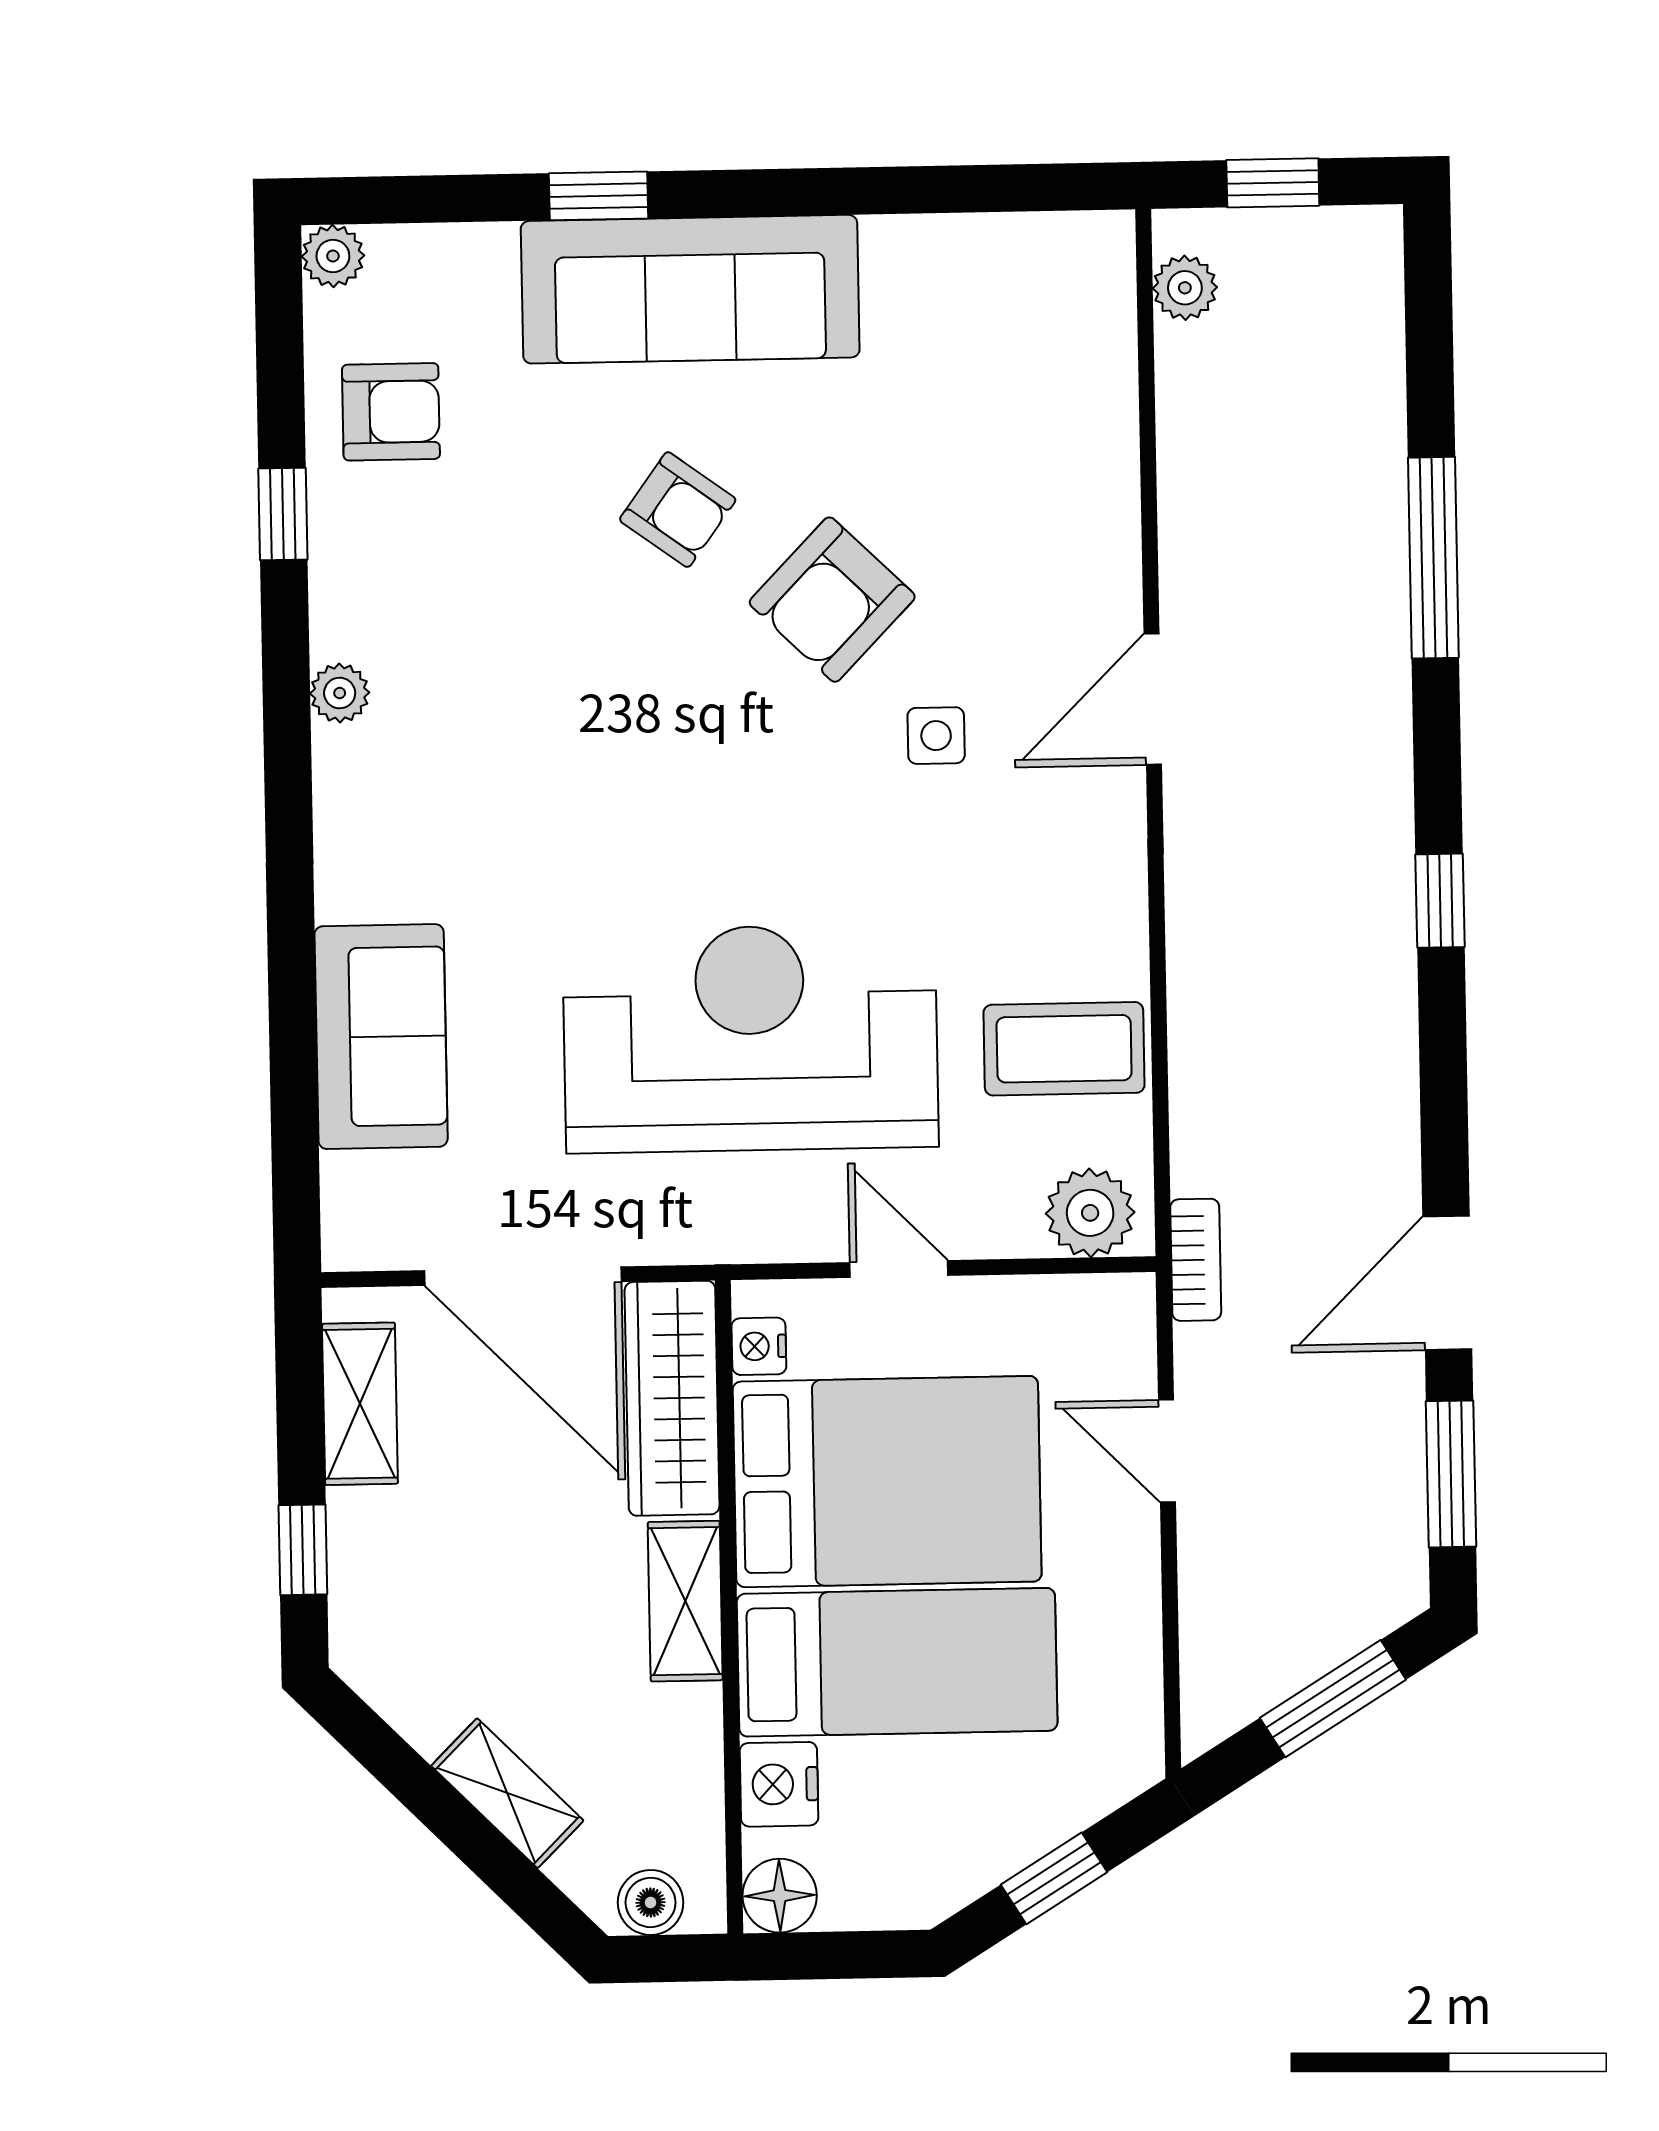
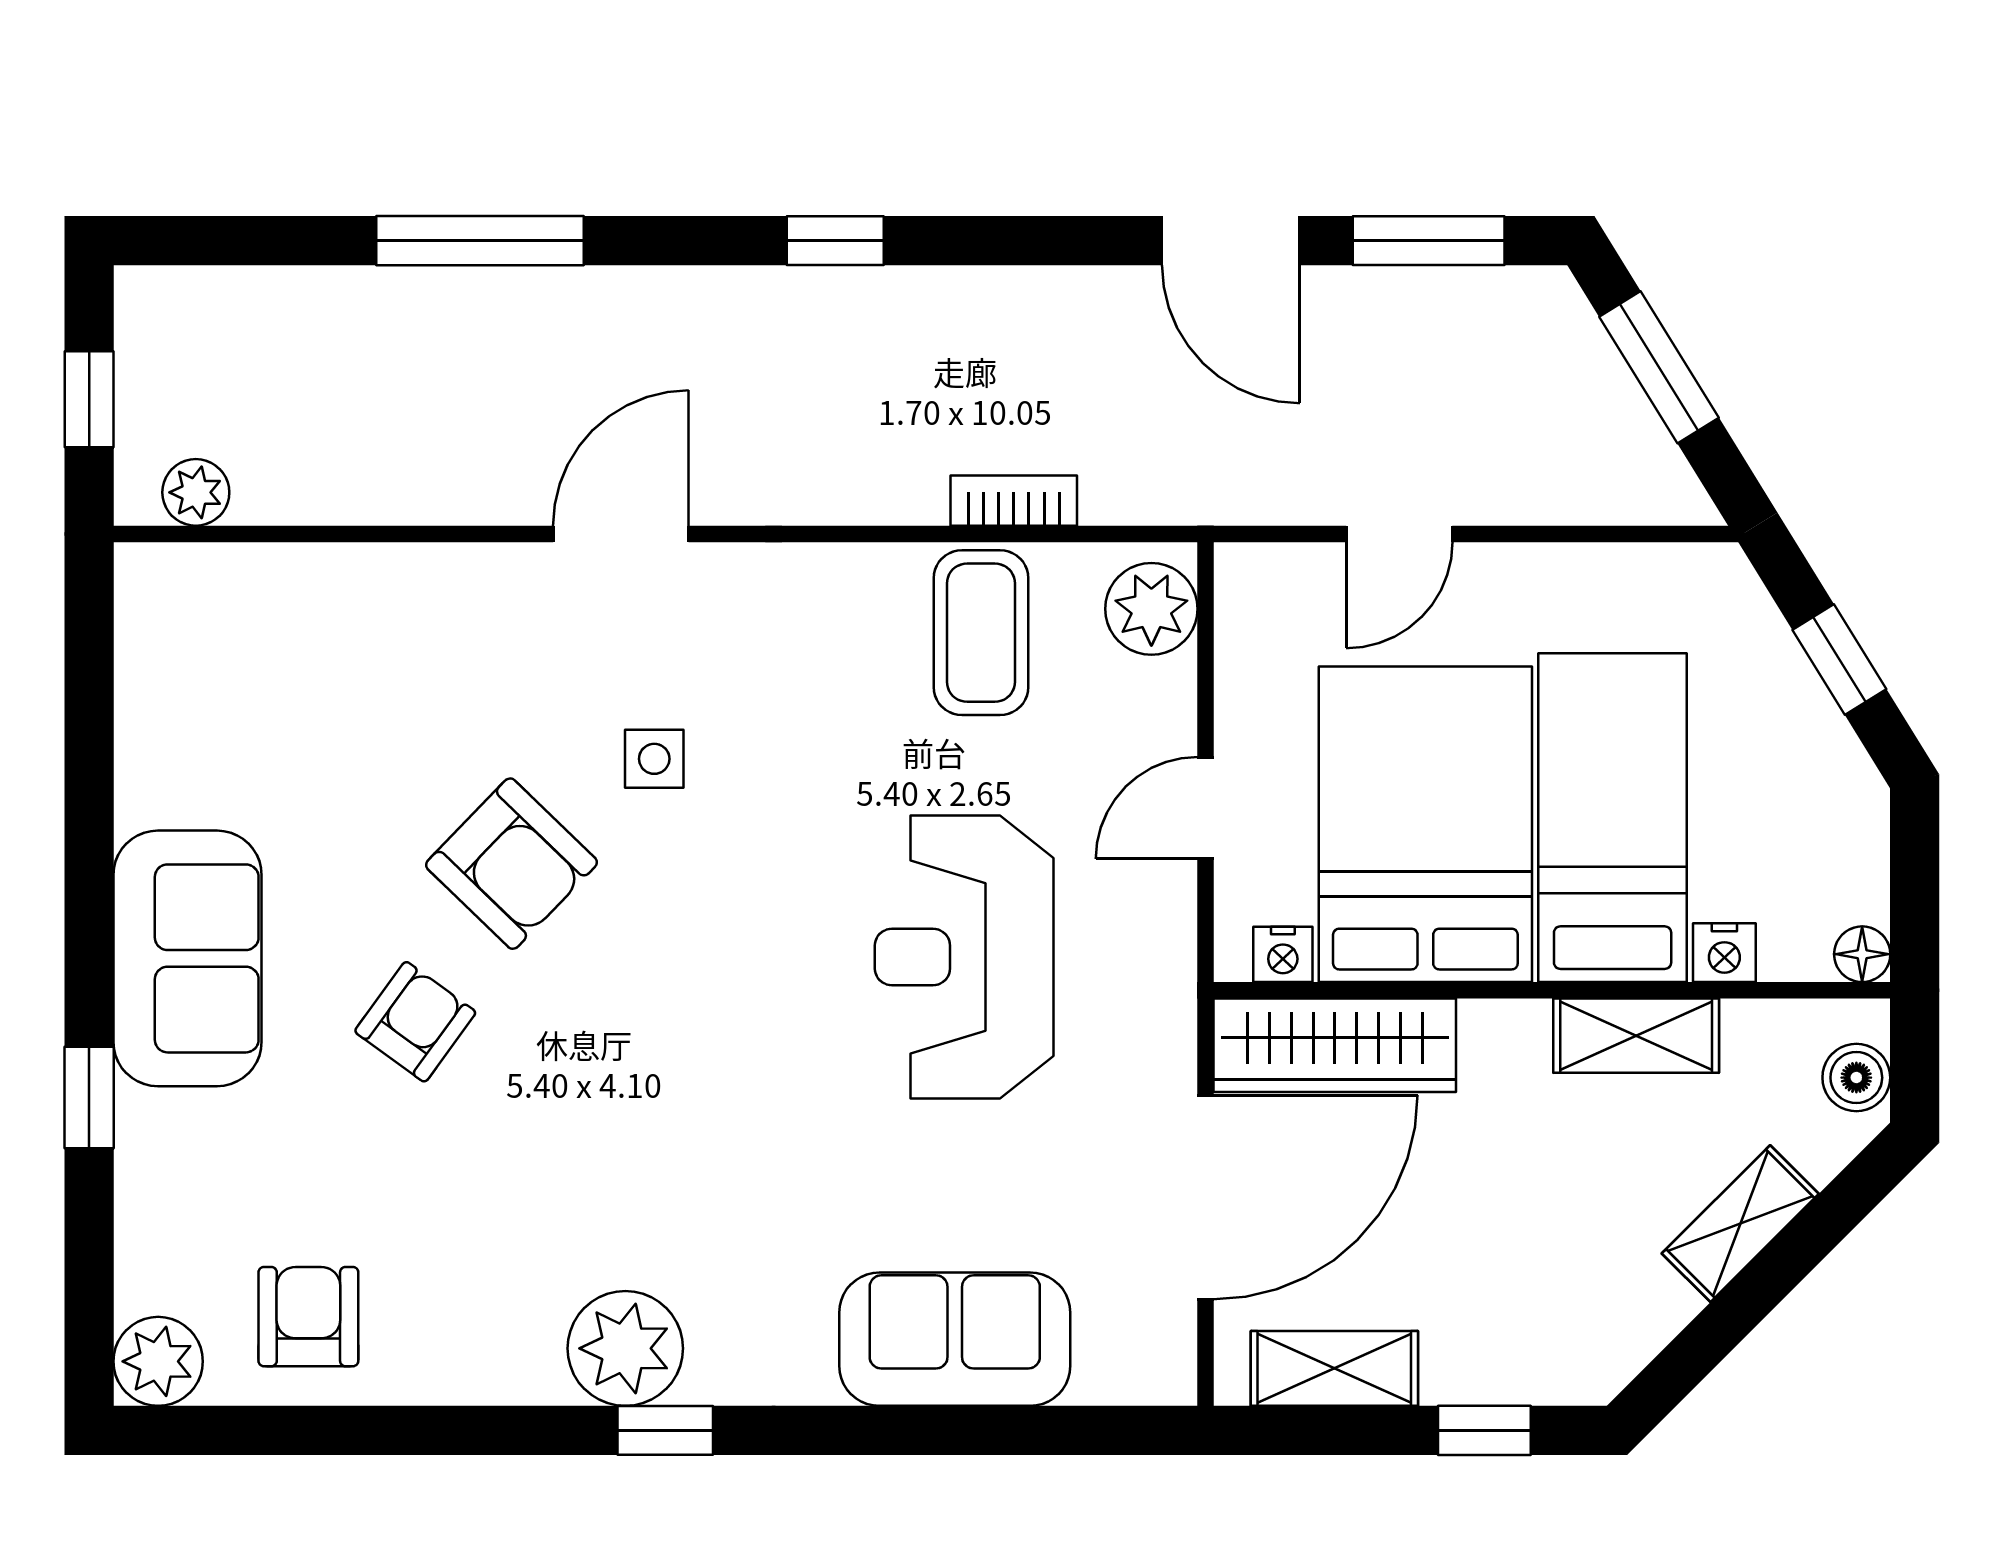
plant: (333, 256) -> (158, 1361), width x1.38, depth x1.38
sofa: (690, 289) -> (187, 958), width x0.73
window: (283, 514) -> (665, 1430), moved
plant: (340, 693) -> (625, 1348), width x1.87, depth x1.87
door: (1153, 699) -> (621, 534), swing flipped
reception desk: (750, 1039) -> (964, 957), width x0.74, depth x0.77
bookcase: (1196, 1260) -> (1014, 501), moved
shelving: (685, 1601) -> (1636, 1036), moved
nightstand: (779, 1784) -> (1724, 953), width x0.72, depth x0.74
floor lamp: (780, 1896) -> (1862, 954), width x0.73, depth x0.73

